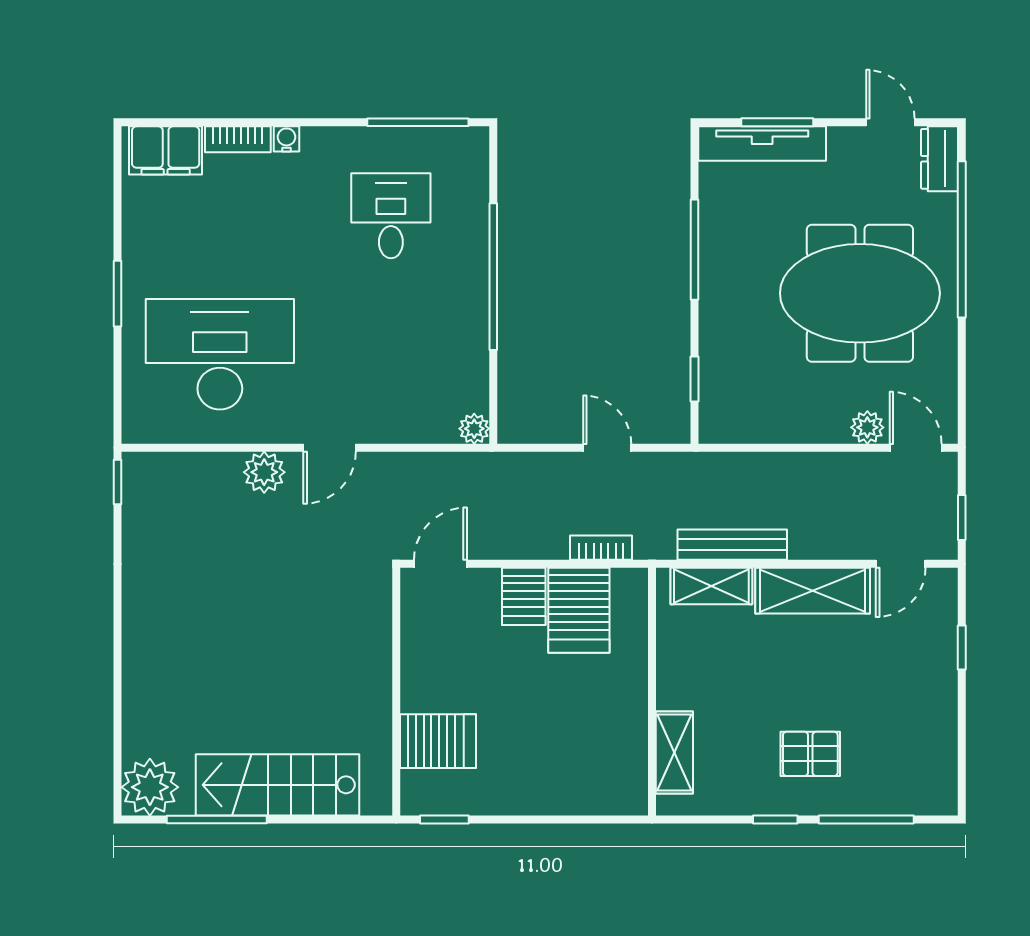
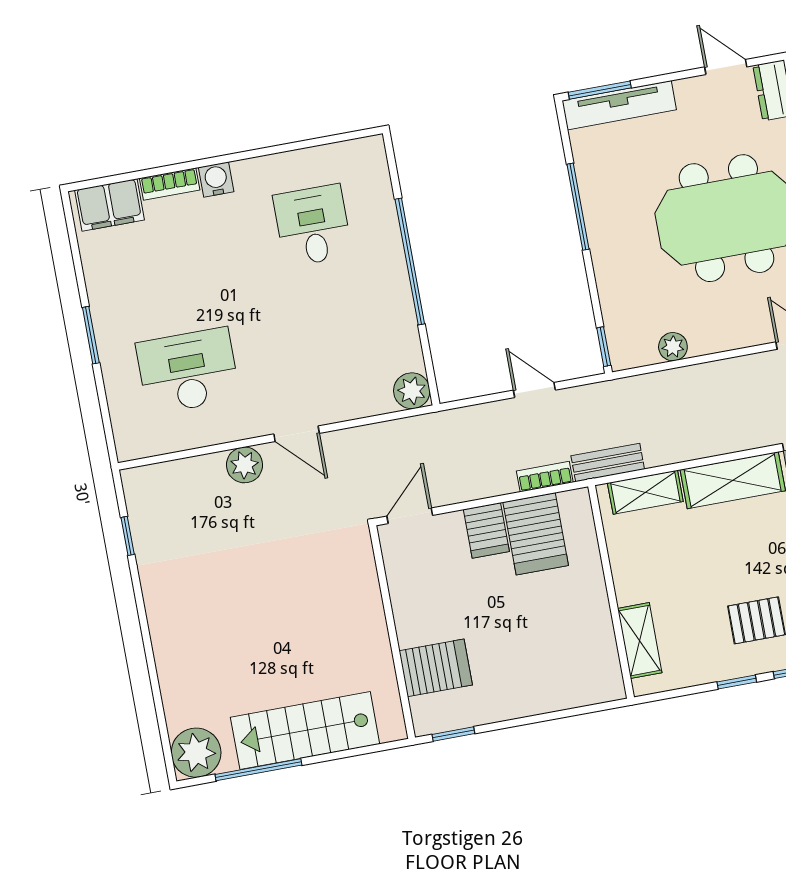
window: (418, 122) -> (321, 141), removed
window: (777, 122) -> (600, 90), moved
water cooler: (286, 139) -> (216, 180), width x1.38, depth x1.38
desk: (220, 354) -> (188, 371), width x0.73, depth x0.77
window: (695, 379) -> (604, 347), moved
plant: (867, 427) -> (673, 347), moved
plant: (474, 429) -> (412, 391), width x1.38, depth x1.38
door: (330, 448) -> (297, 434), hinge flipped
window: (118, 482) -> (128, 536), moved
bench: (732, 545) -> (608, 462), moved, width x0.73

